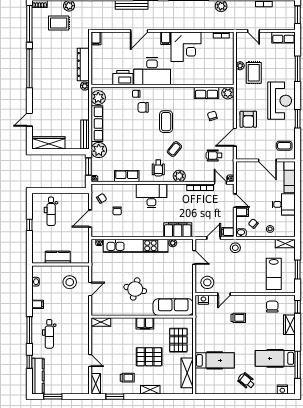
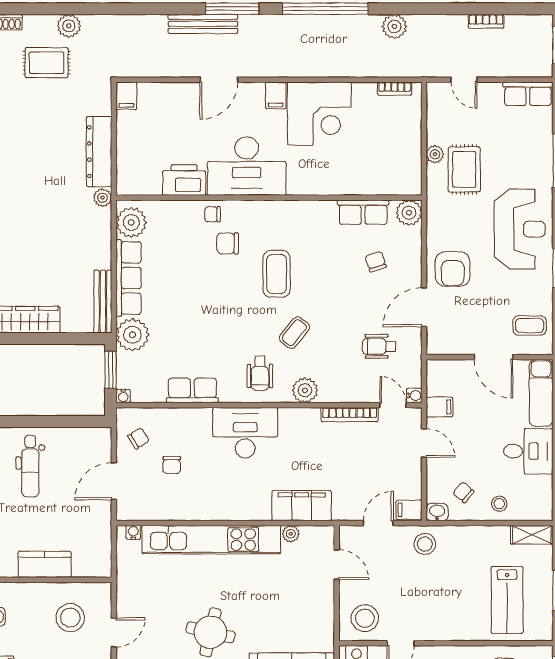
filing cabinet: (242, 212) -> (439, 407), moved

